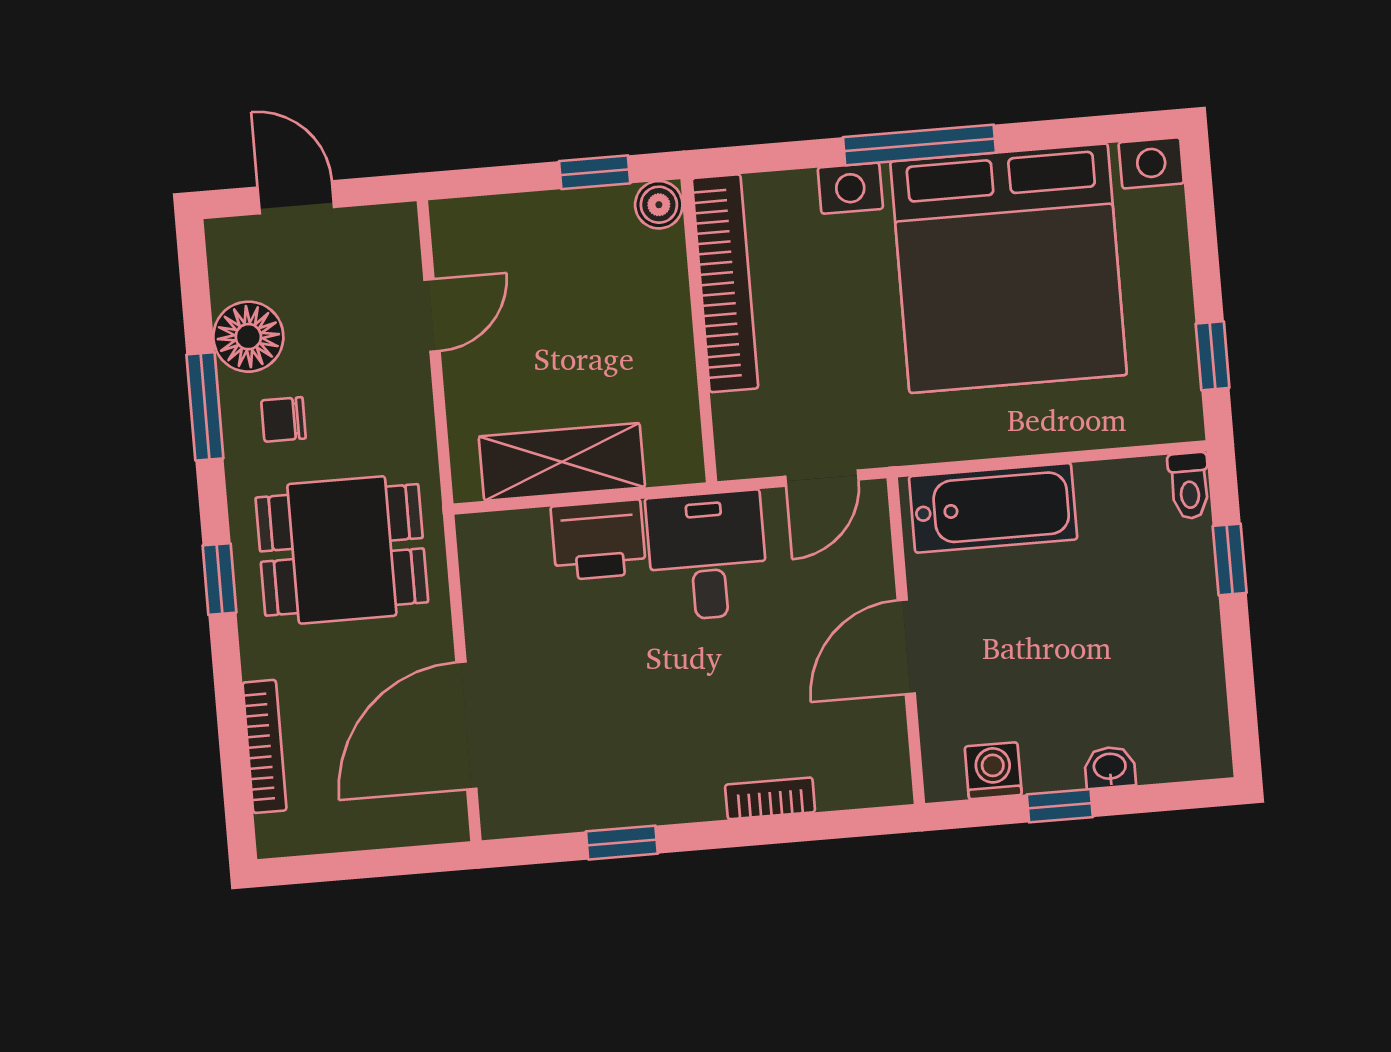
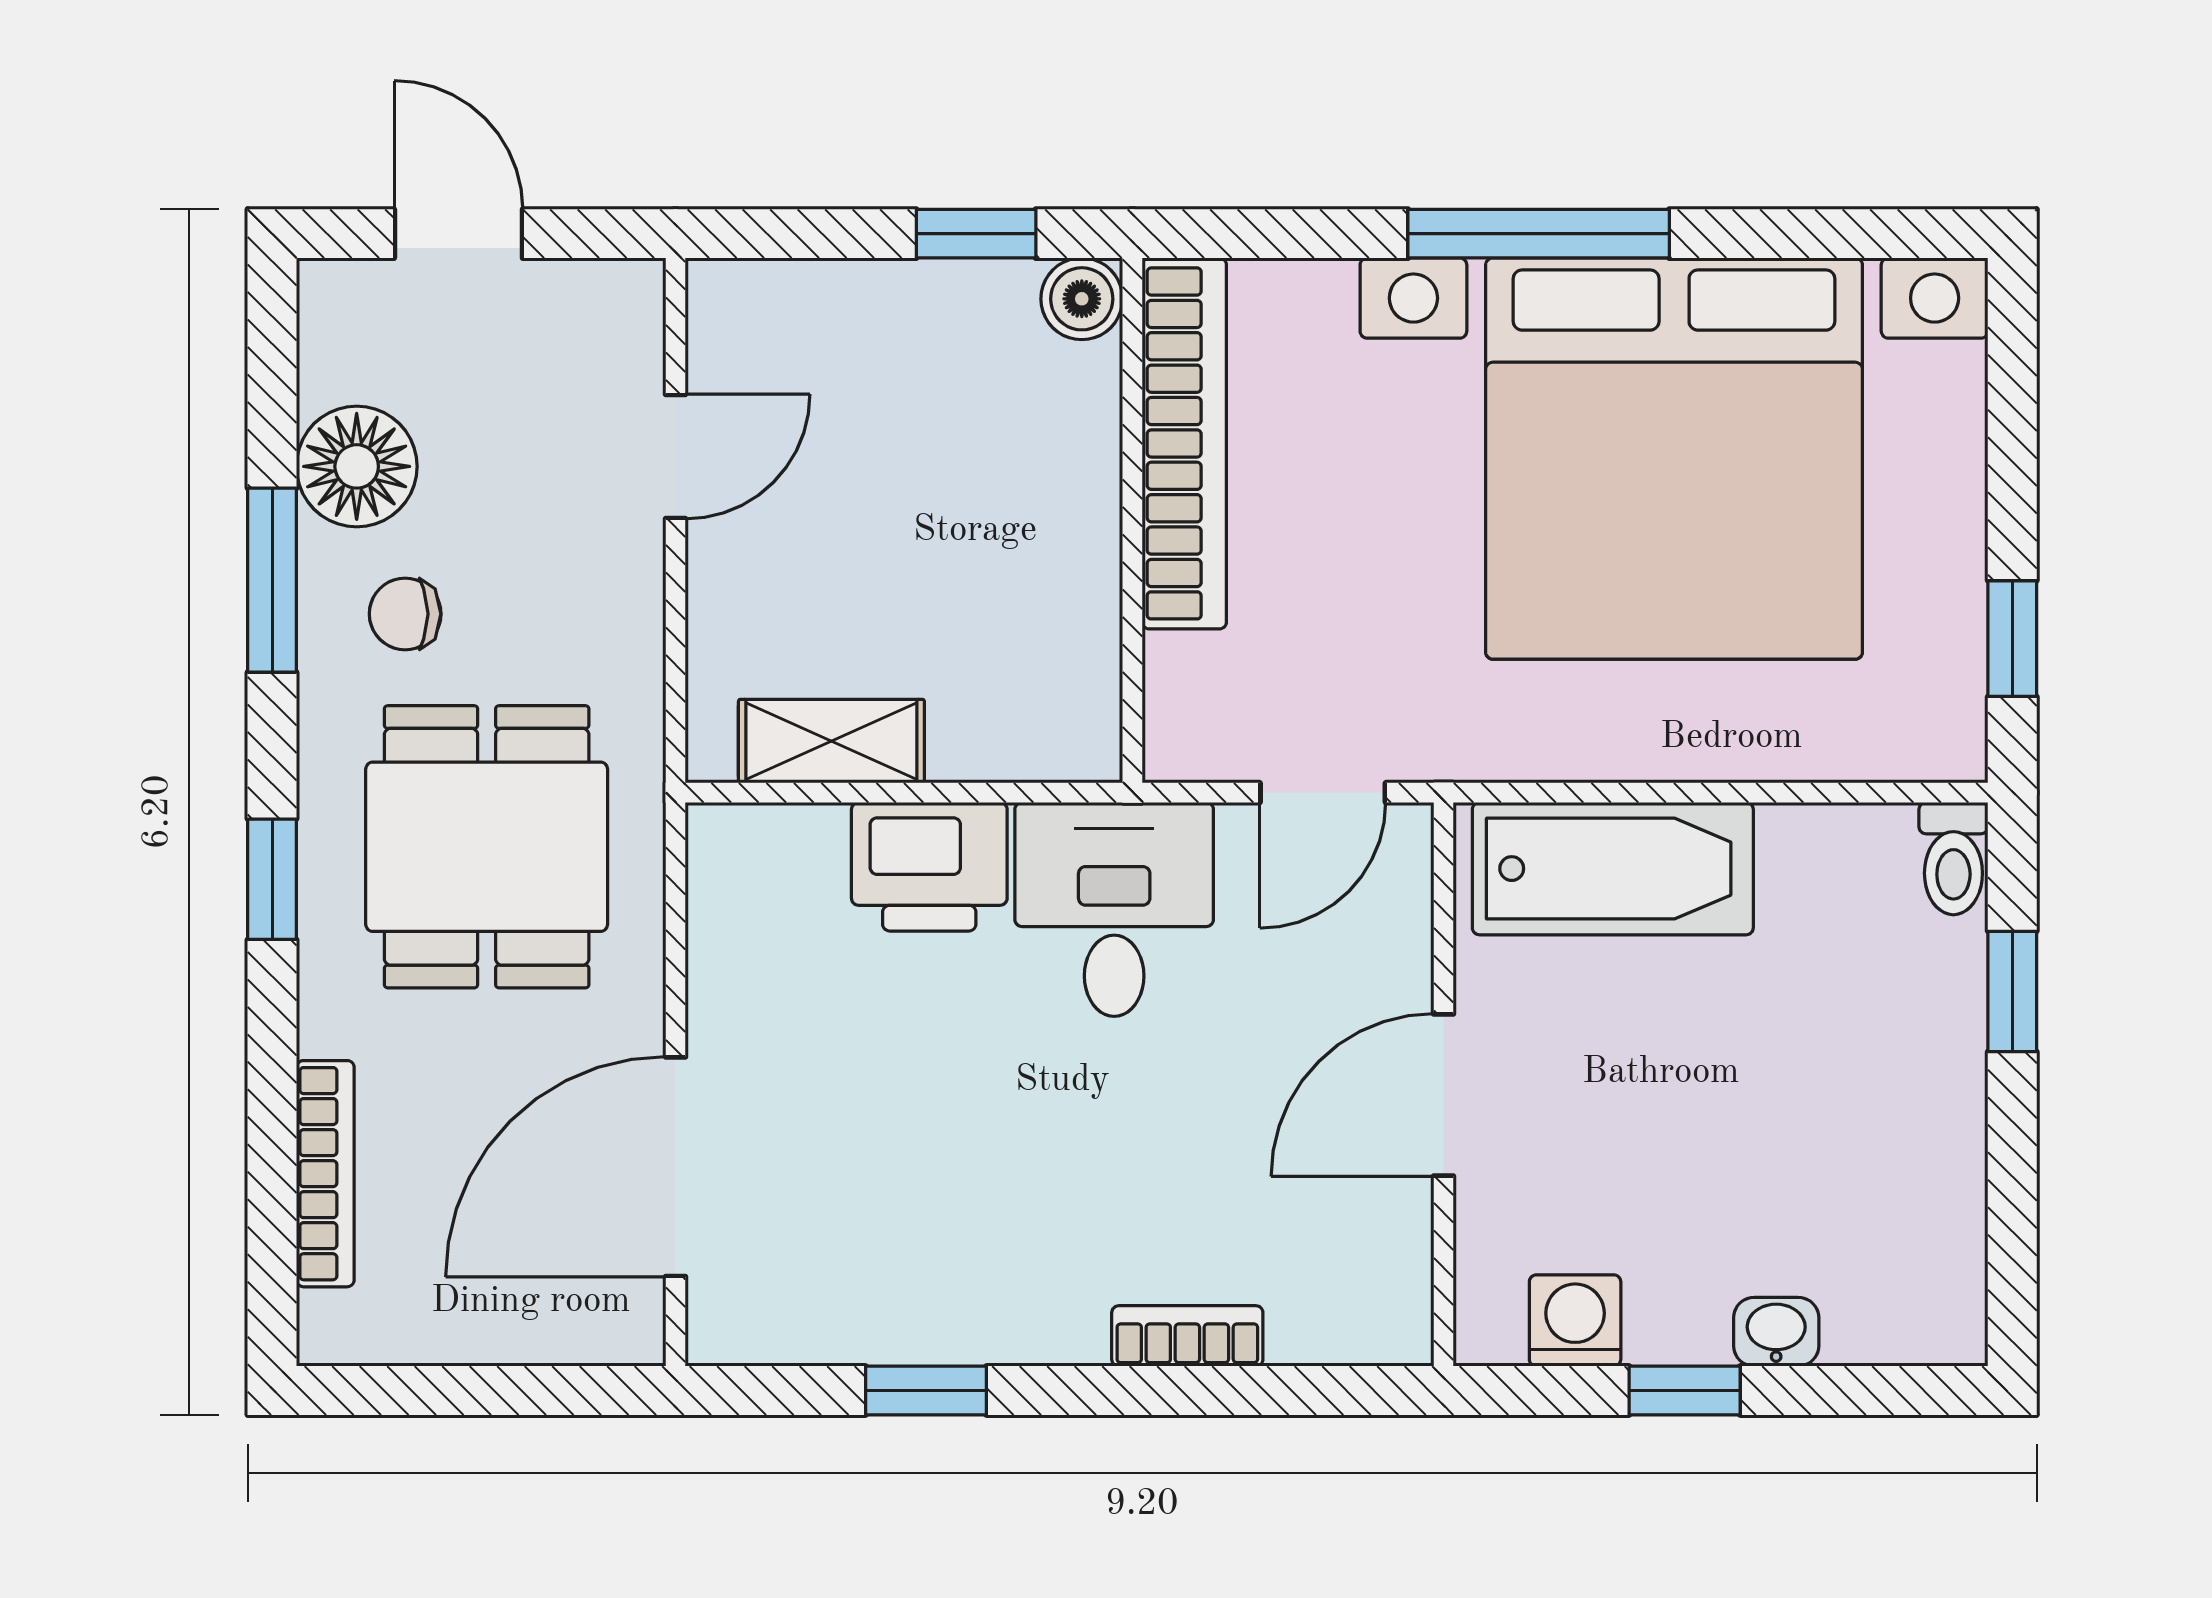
shelving: (562, 462) -> (831, 741), width x0.67, depth x0.75
dining table: (342, 550) -> (487, 847), turned 90

